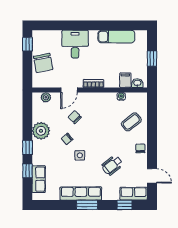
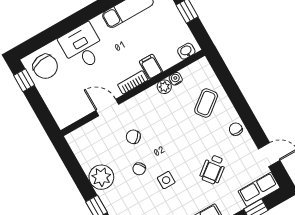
chair: (43, 63) -> (45, 66), moved
filing cabinet: (125, 80) -> (151, 67), moved
door: (69, 90) -> (107, 107), swing flipped
plant: (46, 97) -> (164, 87), moved

